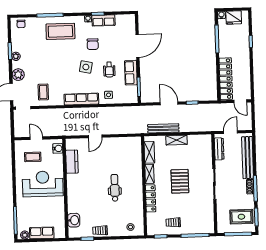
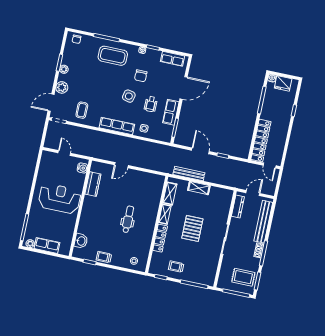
row of seats: (103, 20) -> (173, 59), moved
coffee table: (33, 157) -> (56, 170), removed

